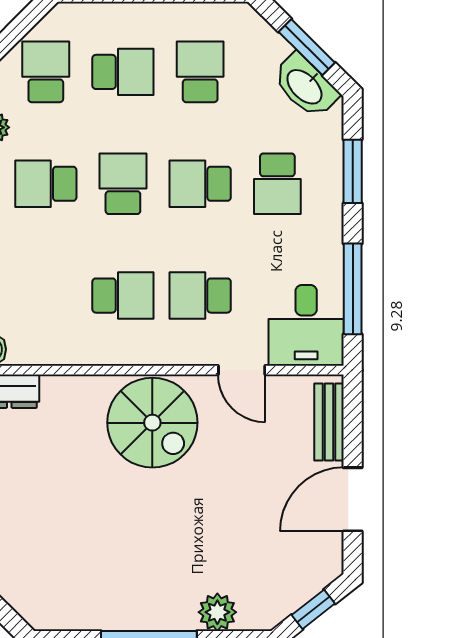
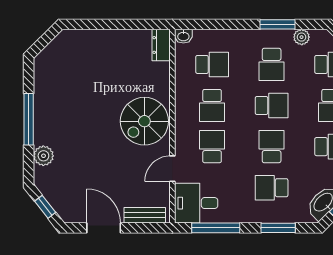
school desk: (46, 184) -> (272, 64), turned 180
school desk: (46, 296) -> (212, 64), added

